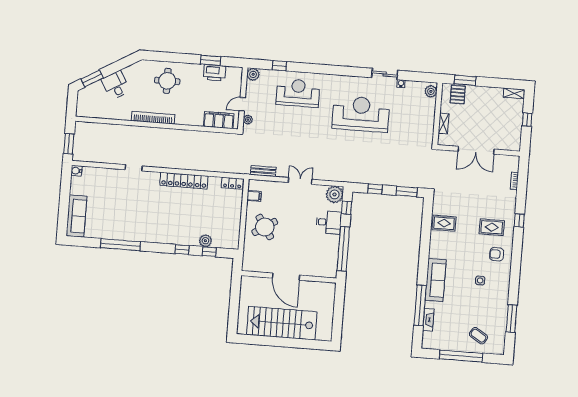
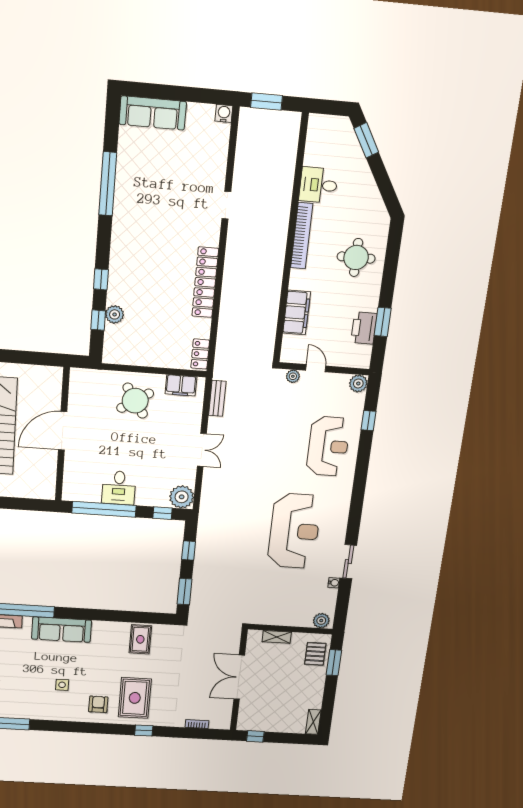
desk: (116, 85) -> (318, 185), moved, turned -149
pallet: (458, 94) -> (315, 654), turned 90
filing cabinet: (219, 120) -> (297, 313), moved
window: (527, 120) -> (255, 736), moved
filing cabinet: (254, 196) -> (181, 385), width x2.00
desk: (329, 222) -> (119, 488), moved
rug: (492, 227) -> (135, 698), width x1.36, depth x1.43

